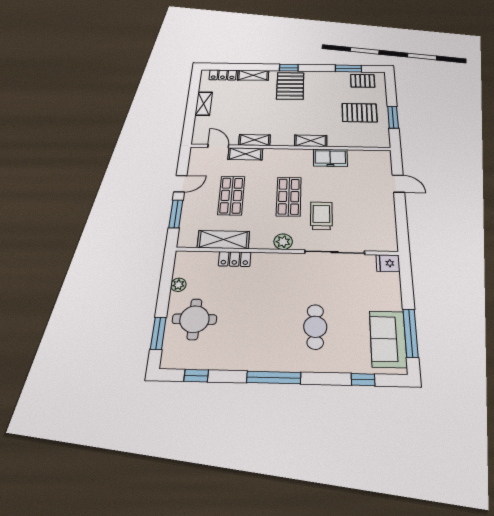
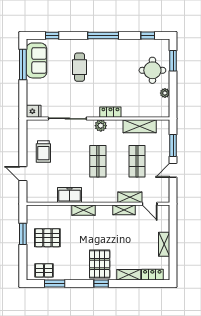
trolley: (321, 216) -> (43, 152), moved
locker: (235, 259) -> (110, 112), moved

